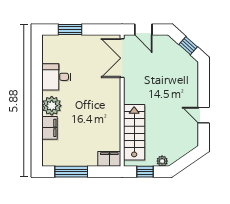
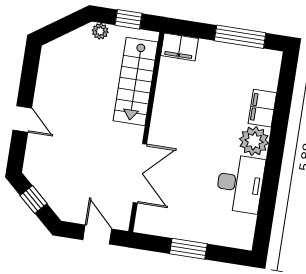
window: (70, 30) -> (188, 249), moved
double door: (122, 58) -> (140, 173), moved
desk: (56, 77) -> (240, 184), width x1.37
door: (204, 115) -> (22, 119), moved

